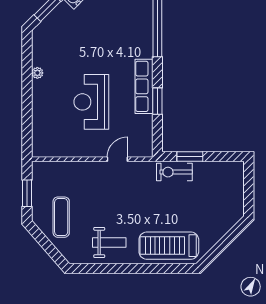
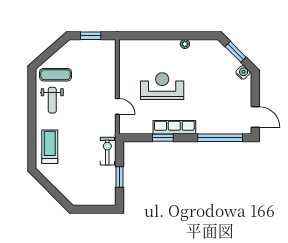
window: (190, 156) -> (120, 177), moved
exercise mat: (61, 217) -> (56, 75), moved
treadmill: (169, 246) -> (50, 147), width x0.73, depth x0.73

